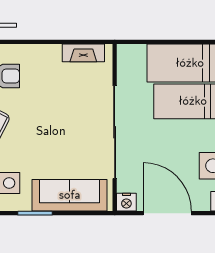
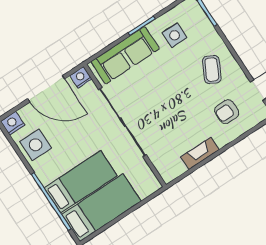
fireplace: (83, 53) -> (200, 153), moved

